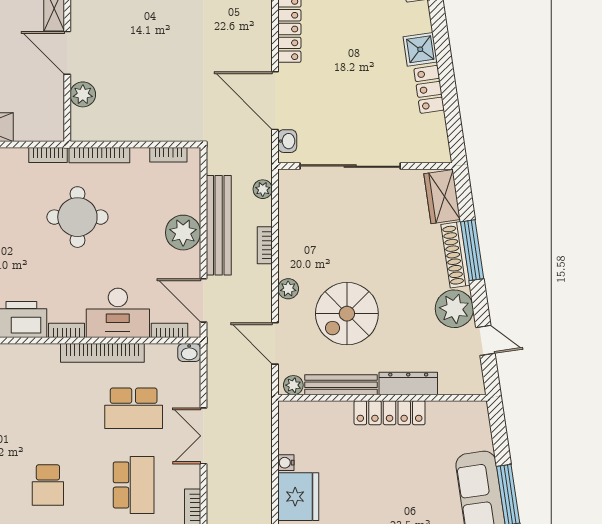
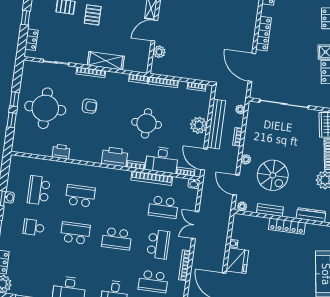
door: (67, 53) -> (154, 31), hinge flipped
washbasin: (287, 141) -> (255, 88), removed
round table: (77, 217) -> (147, 123), moved
spiral stairs: (347, 314) -> (273, 175), turned -90
dresser: (408, 383) -> (311, 215), moved
bench: (341, 385) -> (270, 210), width x0.73
school desk: (48, 485) -> (117, 239), width x1.85

